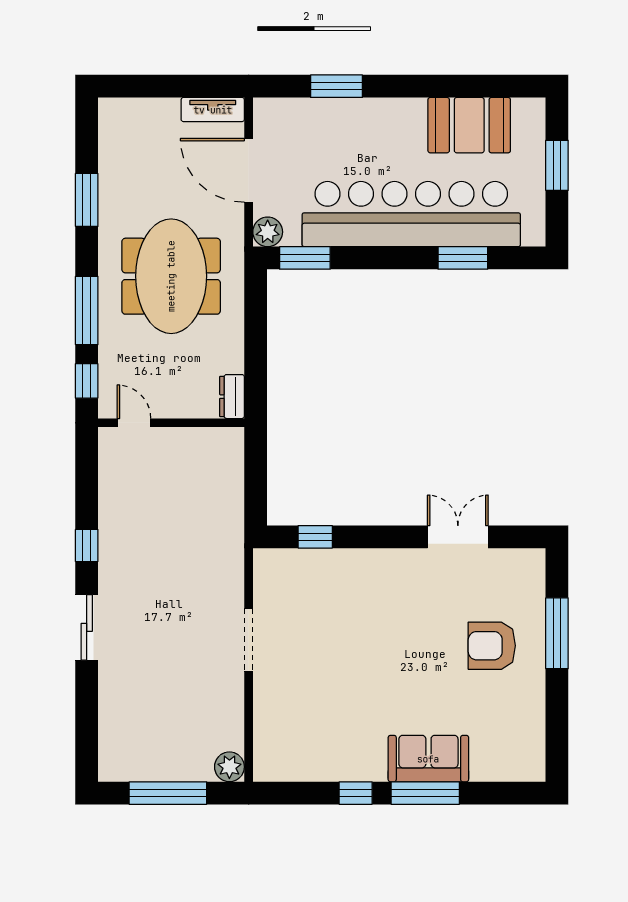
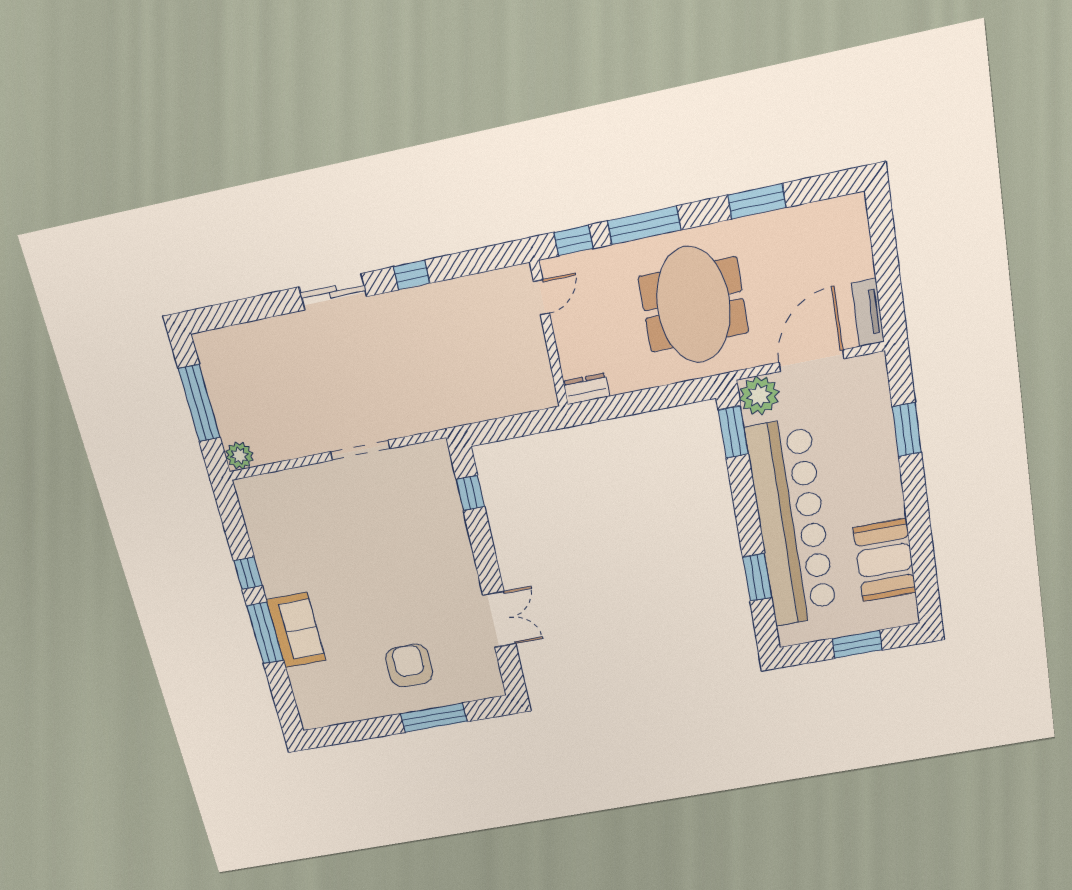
plant: (268, 232) -> (759, 396), width x1.36, depth x1.36
meeting table: (171, 276) -> (693, 305), turned 90

